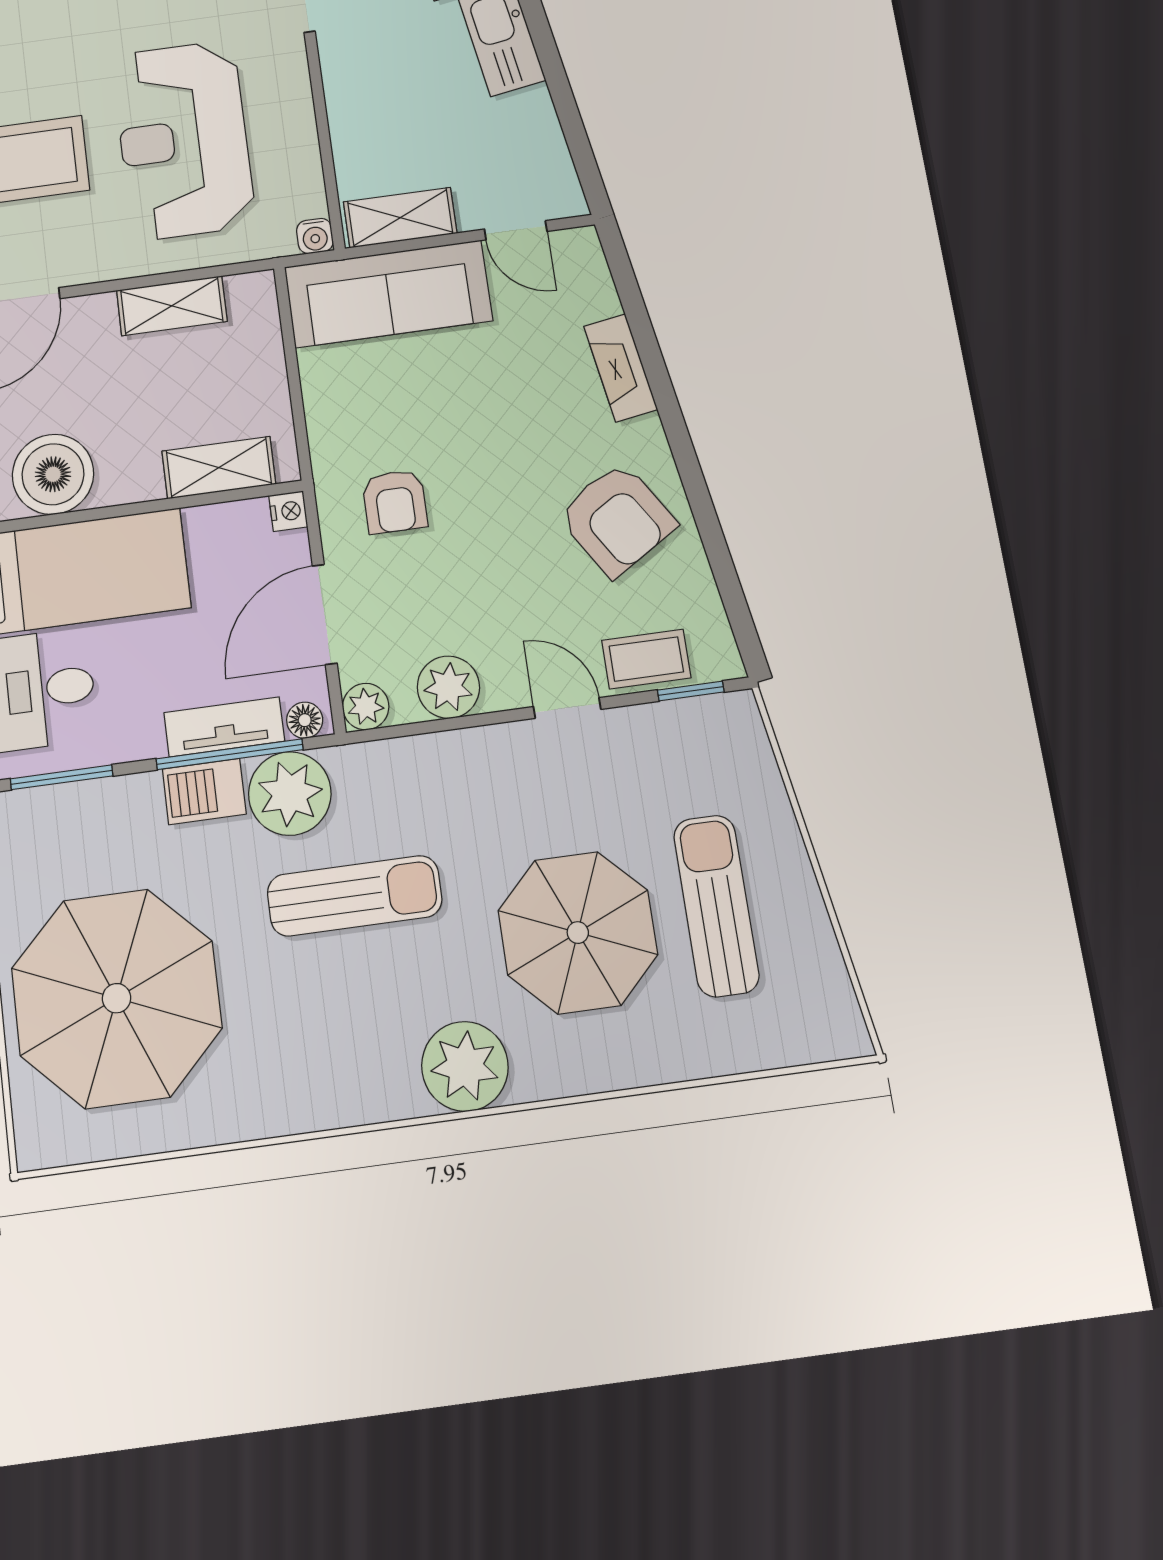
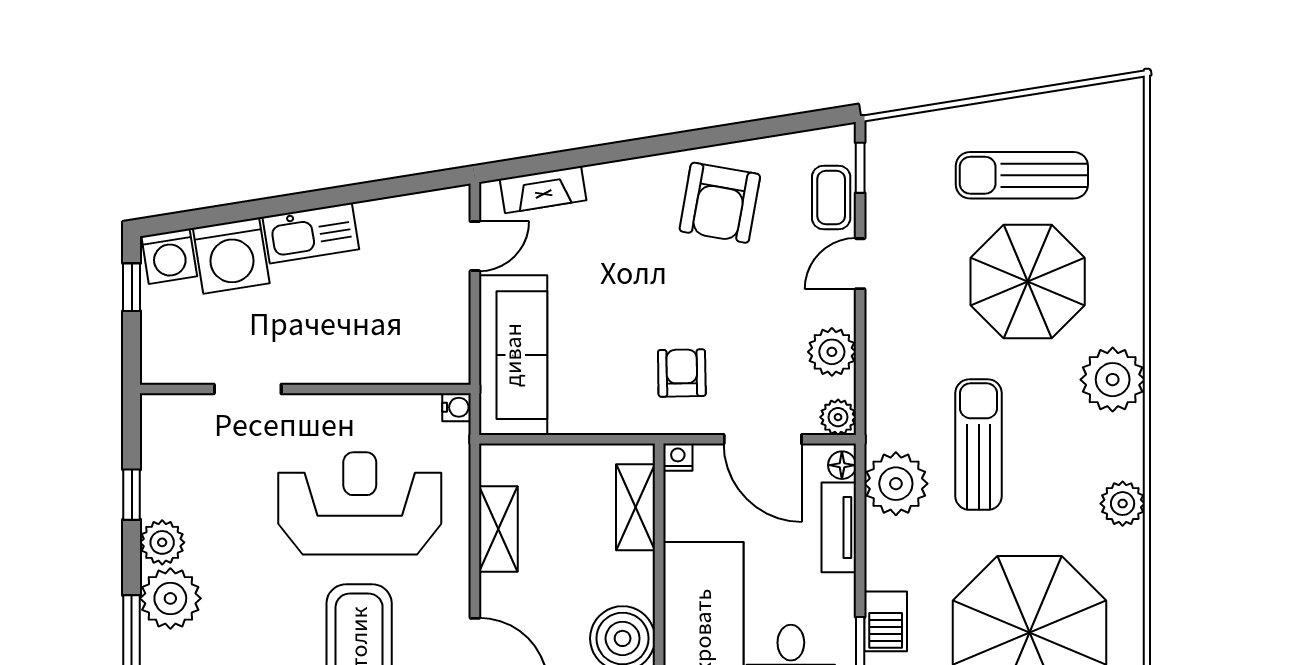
reception desk: (183, 140) -> (360, 503), turned 180
shelving: (400, 218) -> (451, 337), removed
fireplace: (621, 368) -> (543, 190), moved
armchair: (395, 502) -> (682, 373), turned -91
armchair: (617, 519) -> (720, 203), turned 132
window: (230, 754) -> (860, 526), removed
barbecue: (204, 792) -> (886, 621), moved
plant: (302, 1103) -> (1123, 504), added

